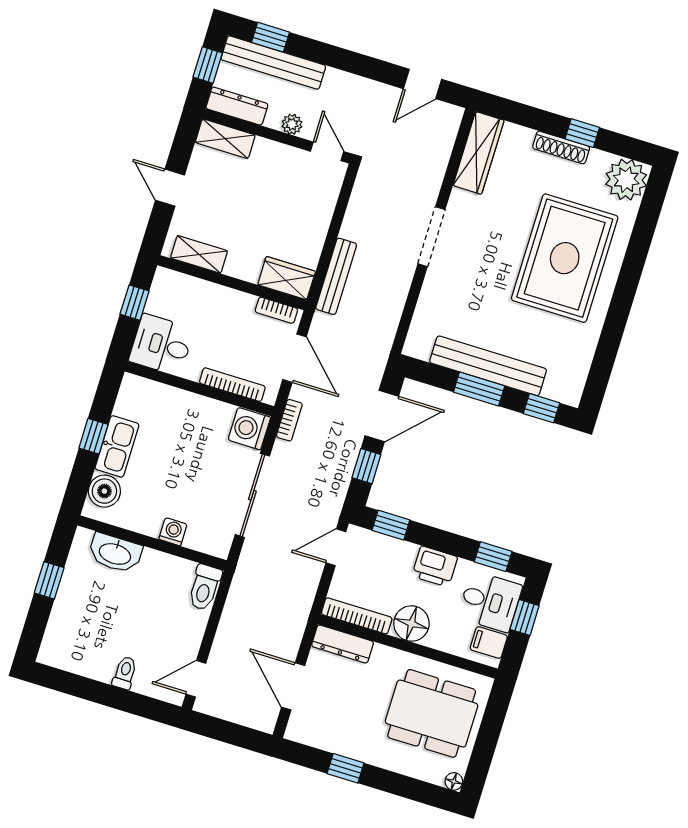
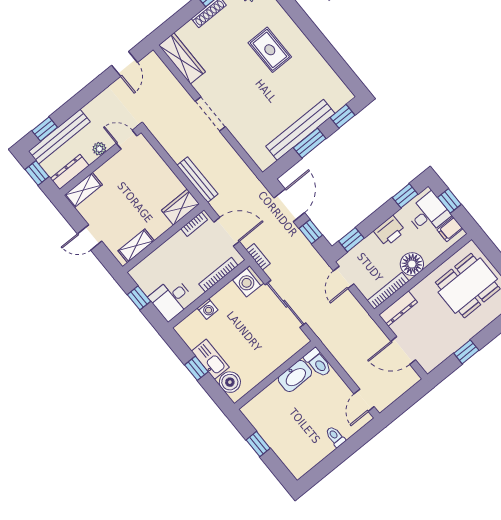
rug: (565, 258) -> (270, 50), width x0.54, depth x0.49
washing machine: (173, 532) -> (208, 309), moved, turned 180
washbasin: (115, 553) -> (295, 376), moved

